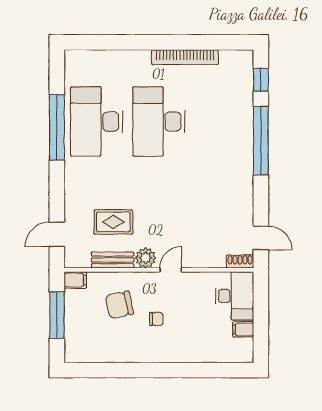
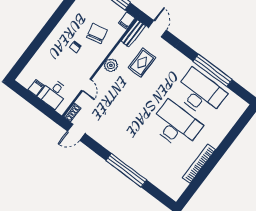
window: (261, 80) -> (158, 194), removed
bench: (113, 260) -> (133, 33), moved
door: (171, 270) -> (86, 85), moved
desk: (234, 296) -> (53, 94), width x0.73

